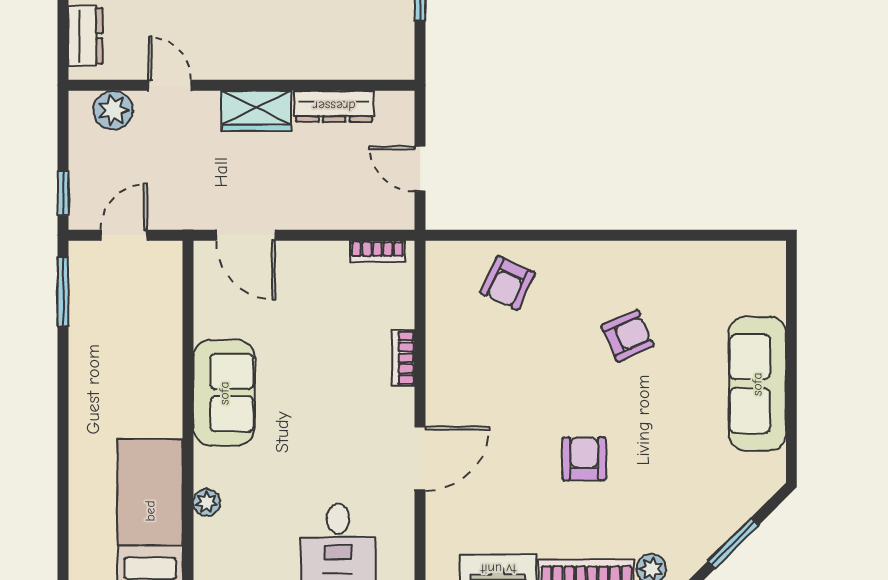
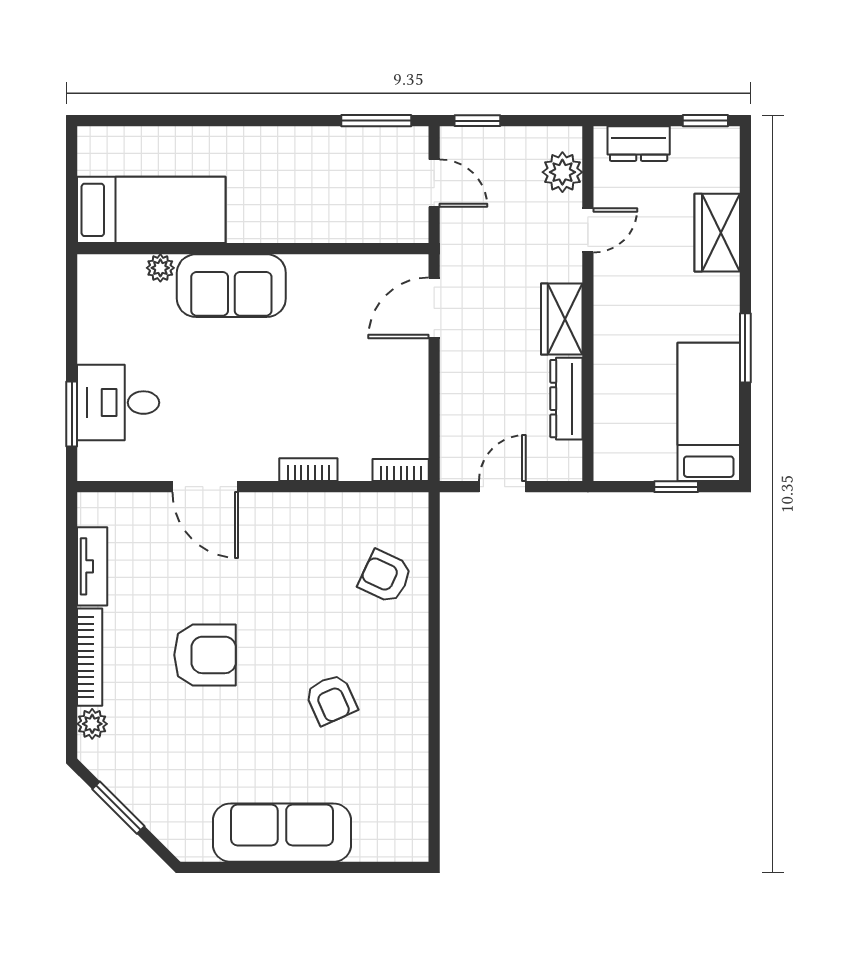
bookcase: (377, 252) -> (401, 470), moved, turned 90
sofa: (224, 393) -> (231, 286), moved
armchair: (584, 459) -> (205, 655), width x1.38, depth x1.38

